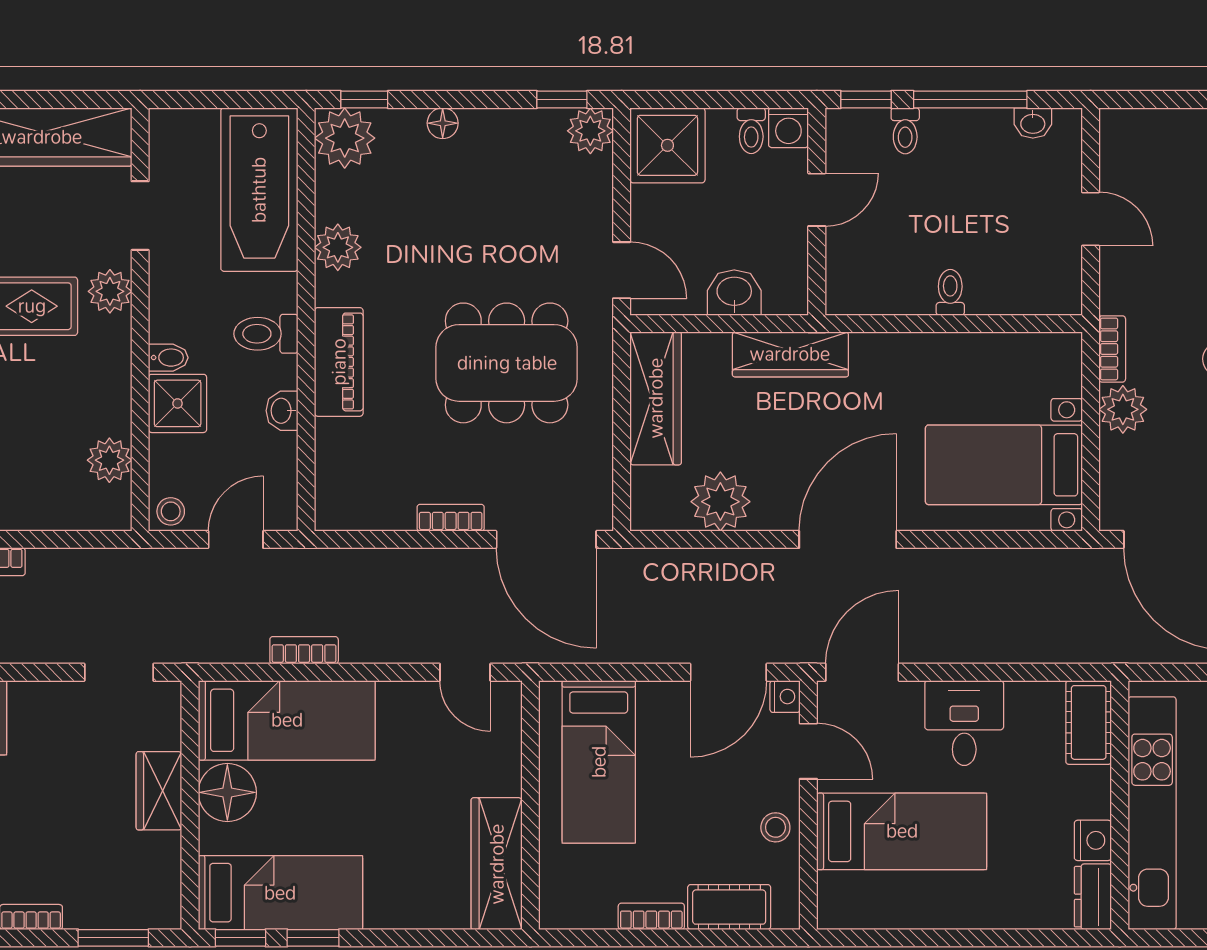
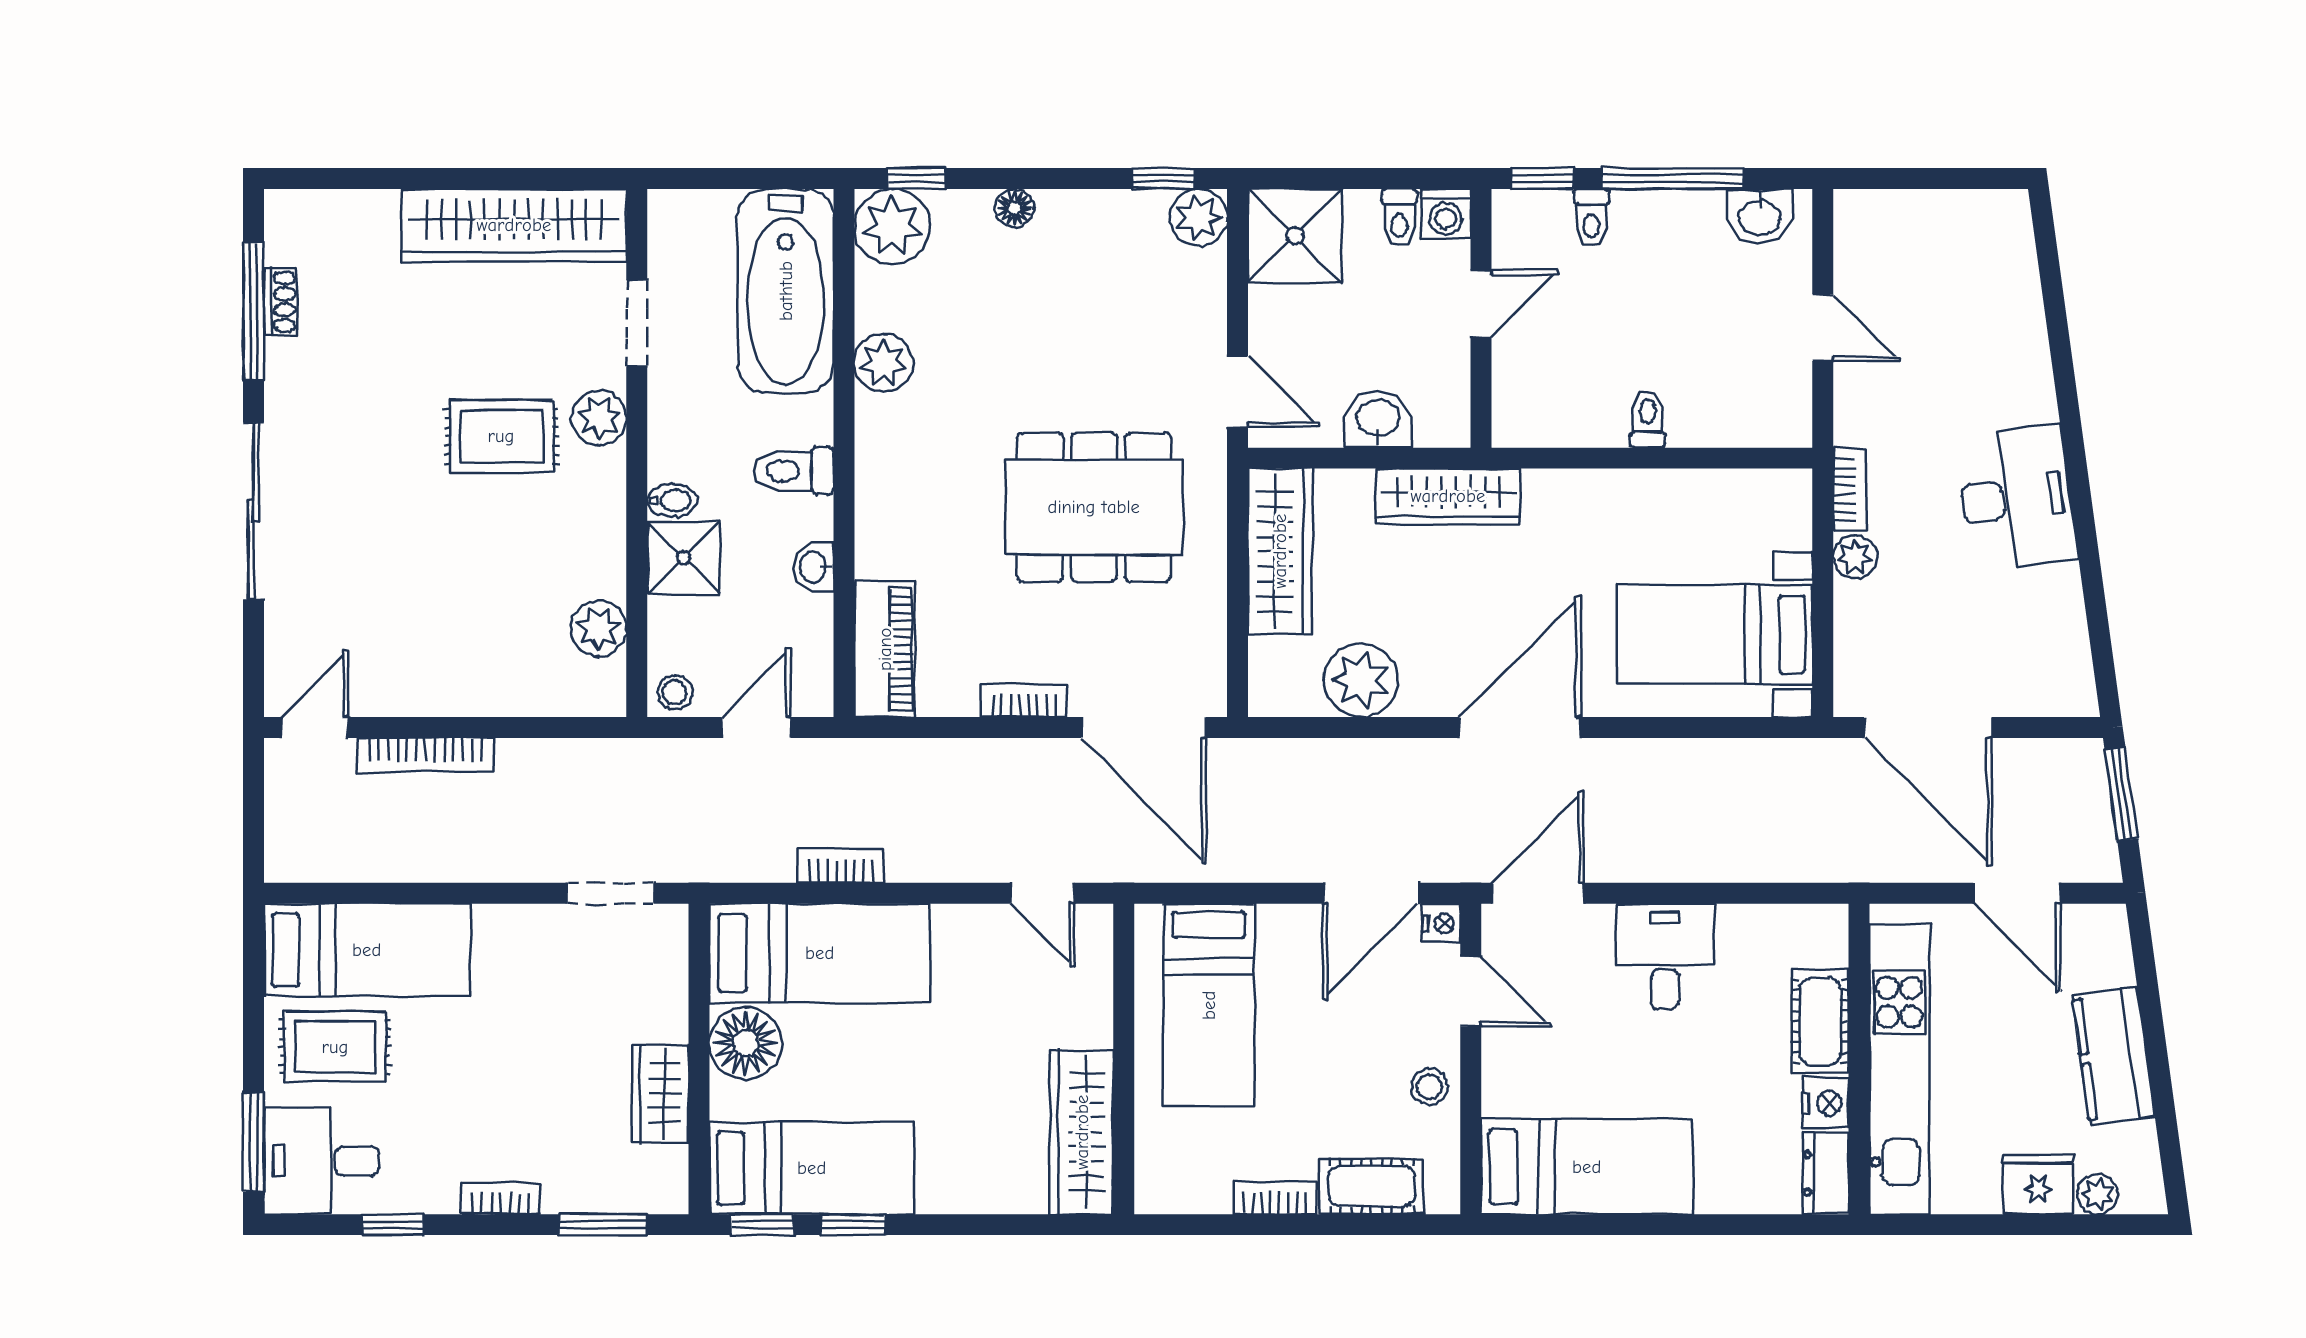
washbasin: (1033, 123) -> (1760, 216), width x1.38, depth x1.45
piano: (339, 362) -> (885, 649), moved
plant: (1123, 409) -> (1855, 557), width x0.73, depth x0.73
cot: (1089, 722) -> (1820, 1021), moved
wardrobe: (159, 791) -> (660, 1093), moved
bed: (902, 831) -> (1587, 1167), moved

